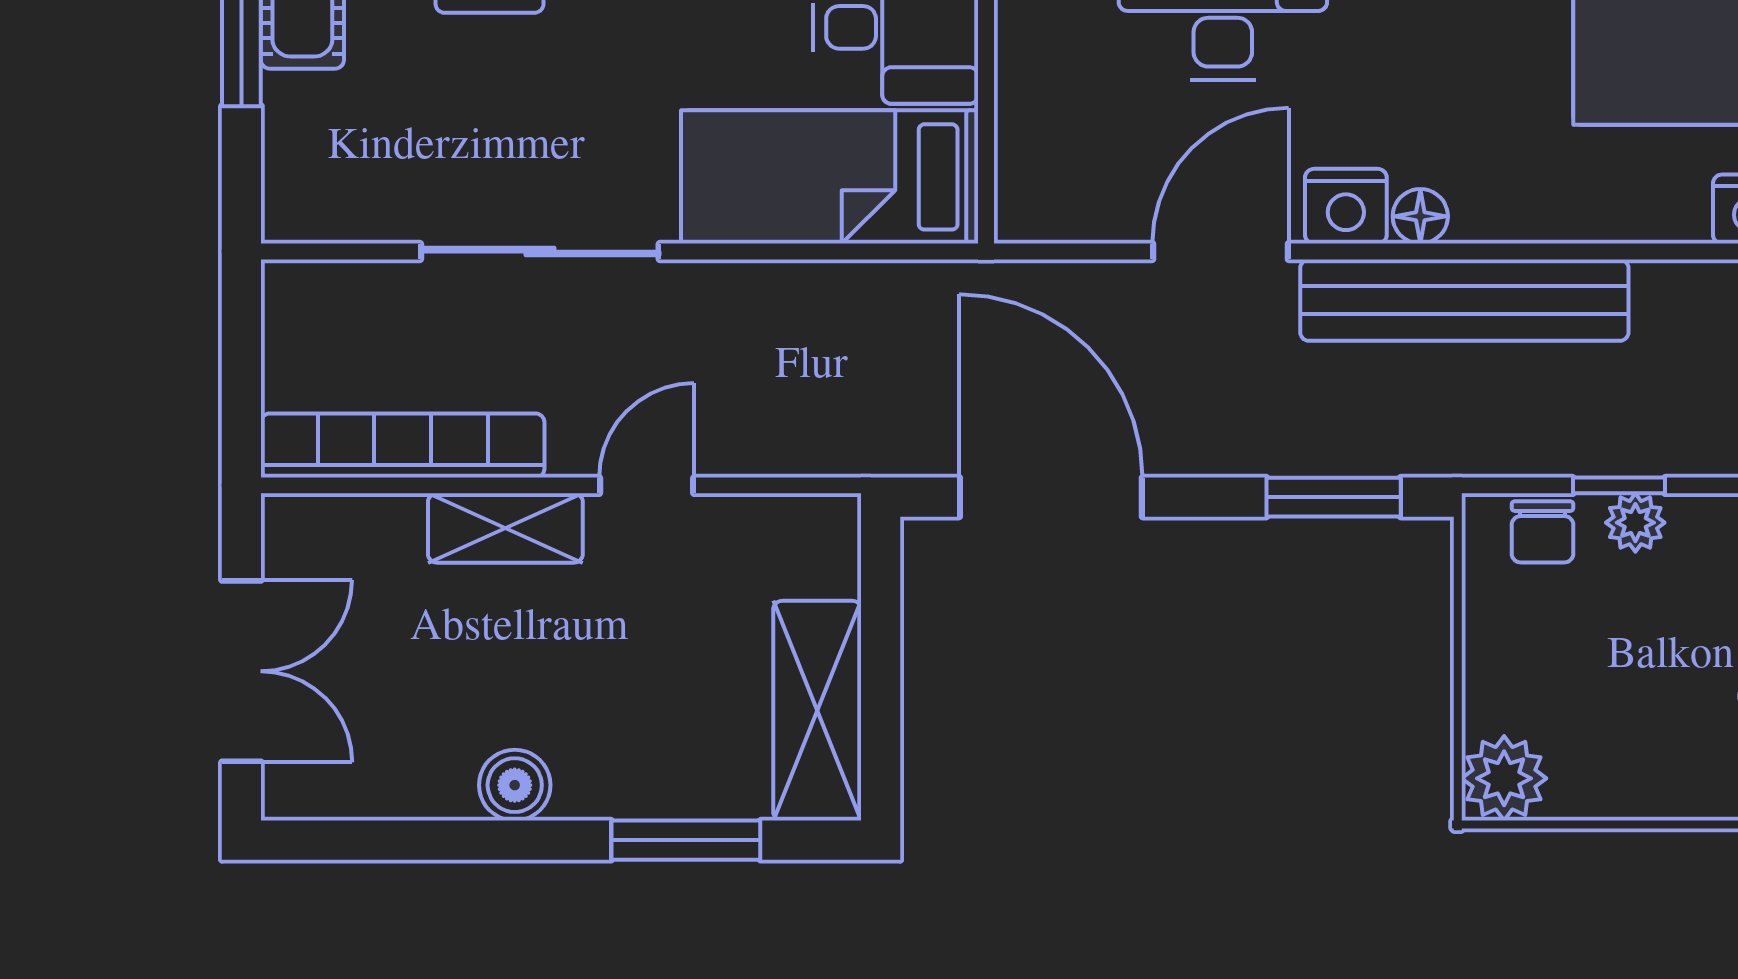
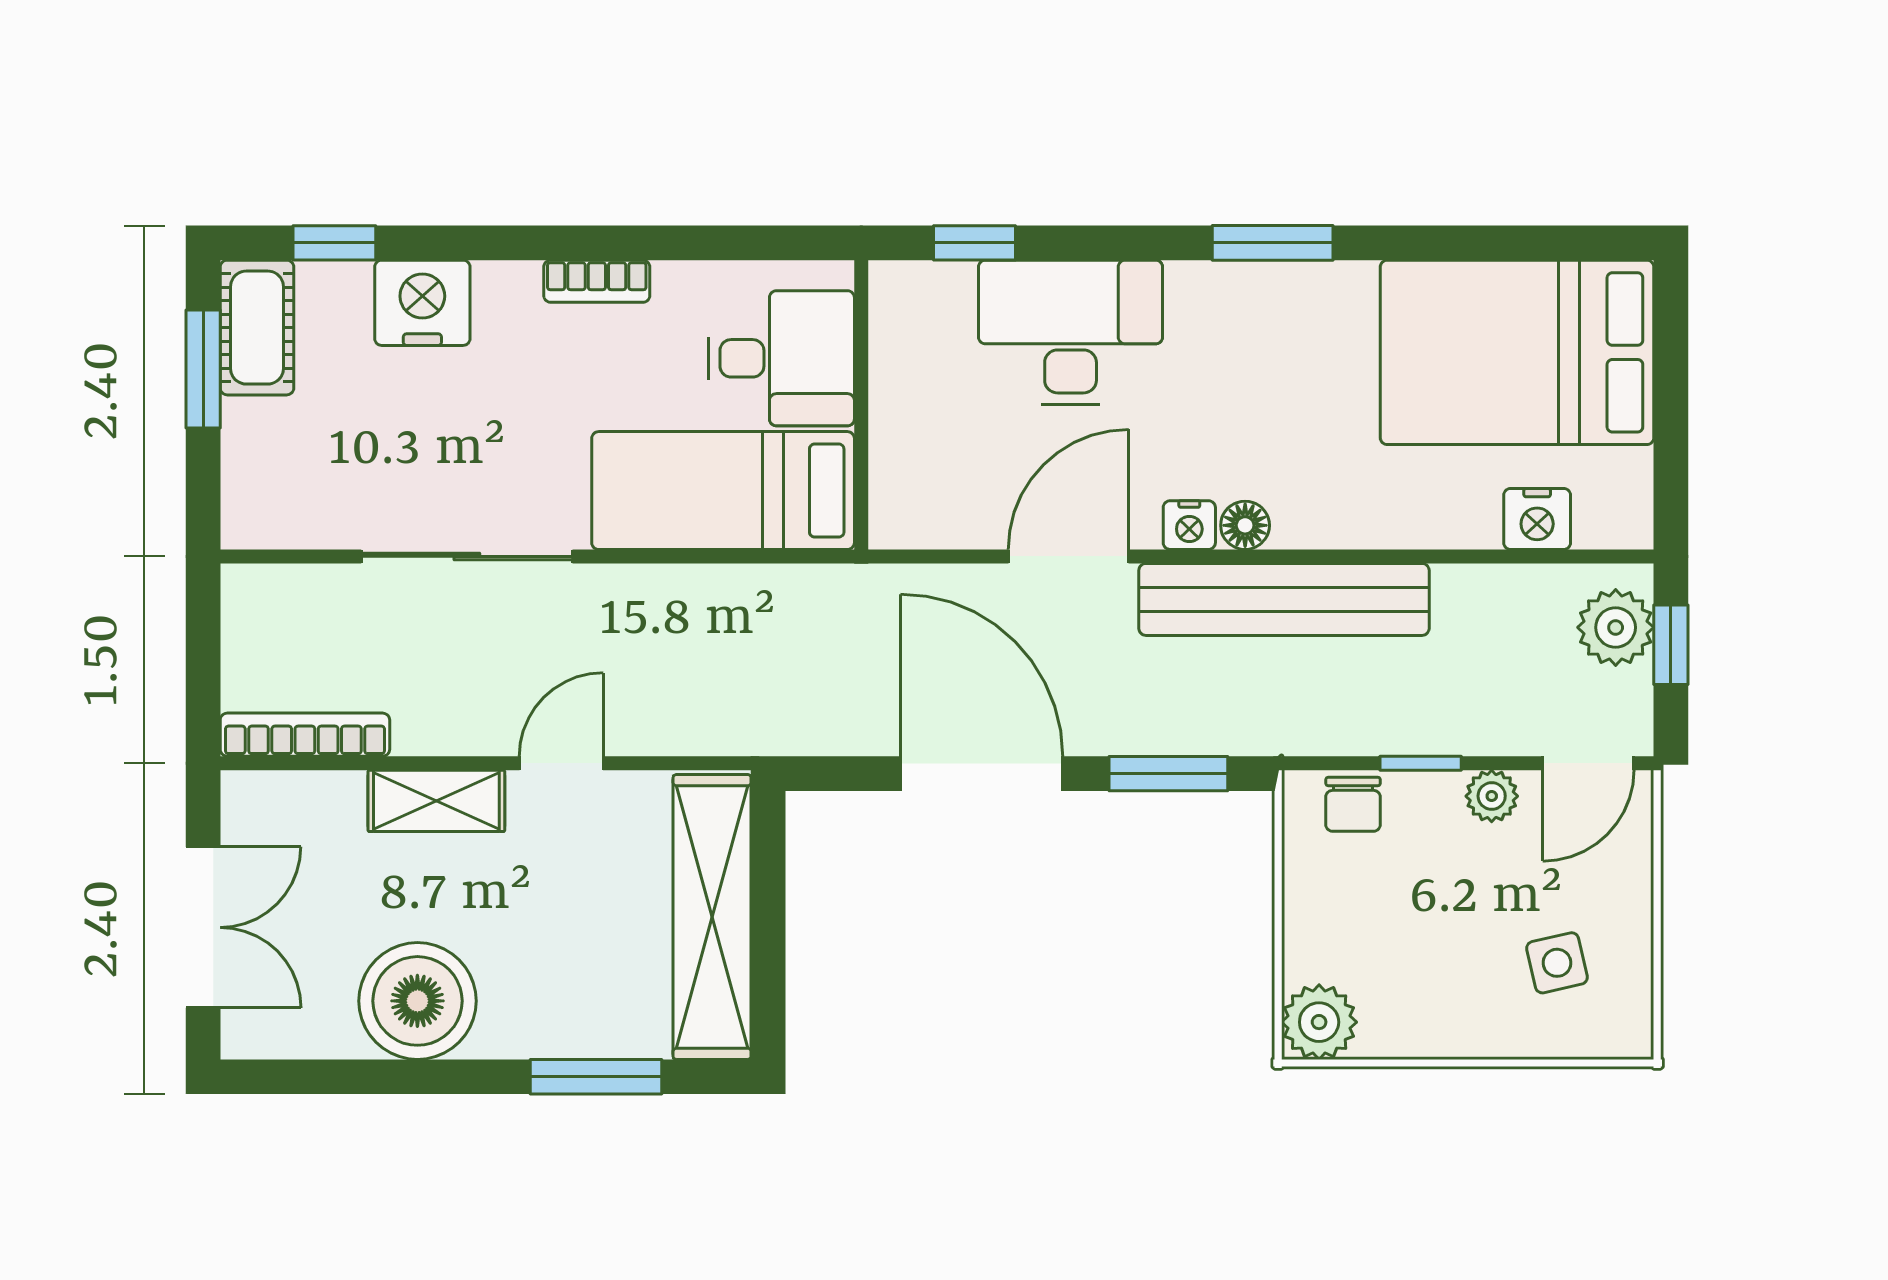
nightstand: (1346, 206) -> (1189, 525), width x0.72, depth x0.74
bookcase: (403, 445) -> (305, 735), width x0.68, depth x0.76
door: (1051, 497) -> (982, 774), moved
plant: (1635, 523) -> (1492, 796), moved
shelving: (817, 711) -> (712, 917), width x1.47
boiler: (515, 785) -> (417, 1001), width x1.86, depth x1.86

